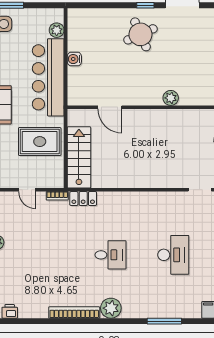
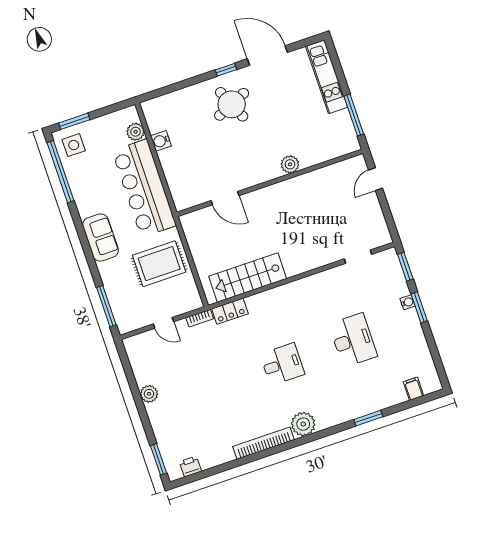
water cooler: (74, 59) -> (161, 141), moved
stairs: (79, 157) -> (248, 278), moved, turned -90
window: (164, 321) -> (368, 418), width x0.69

